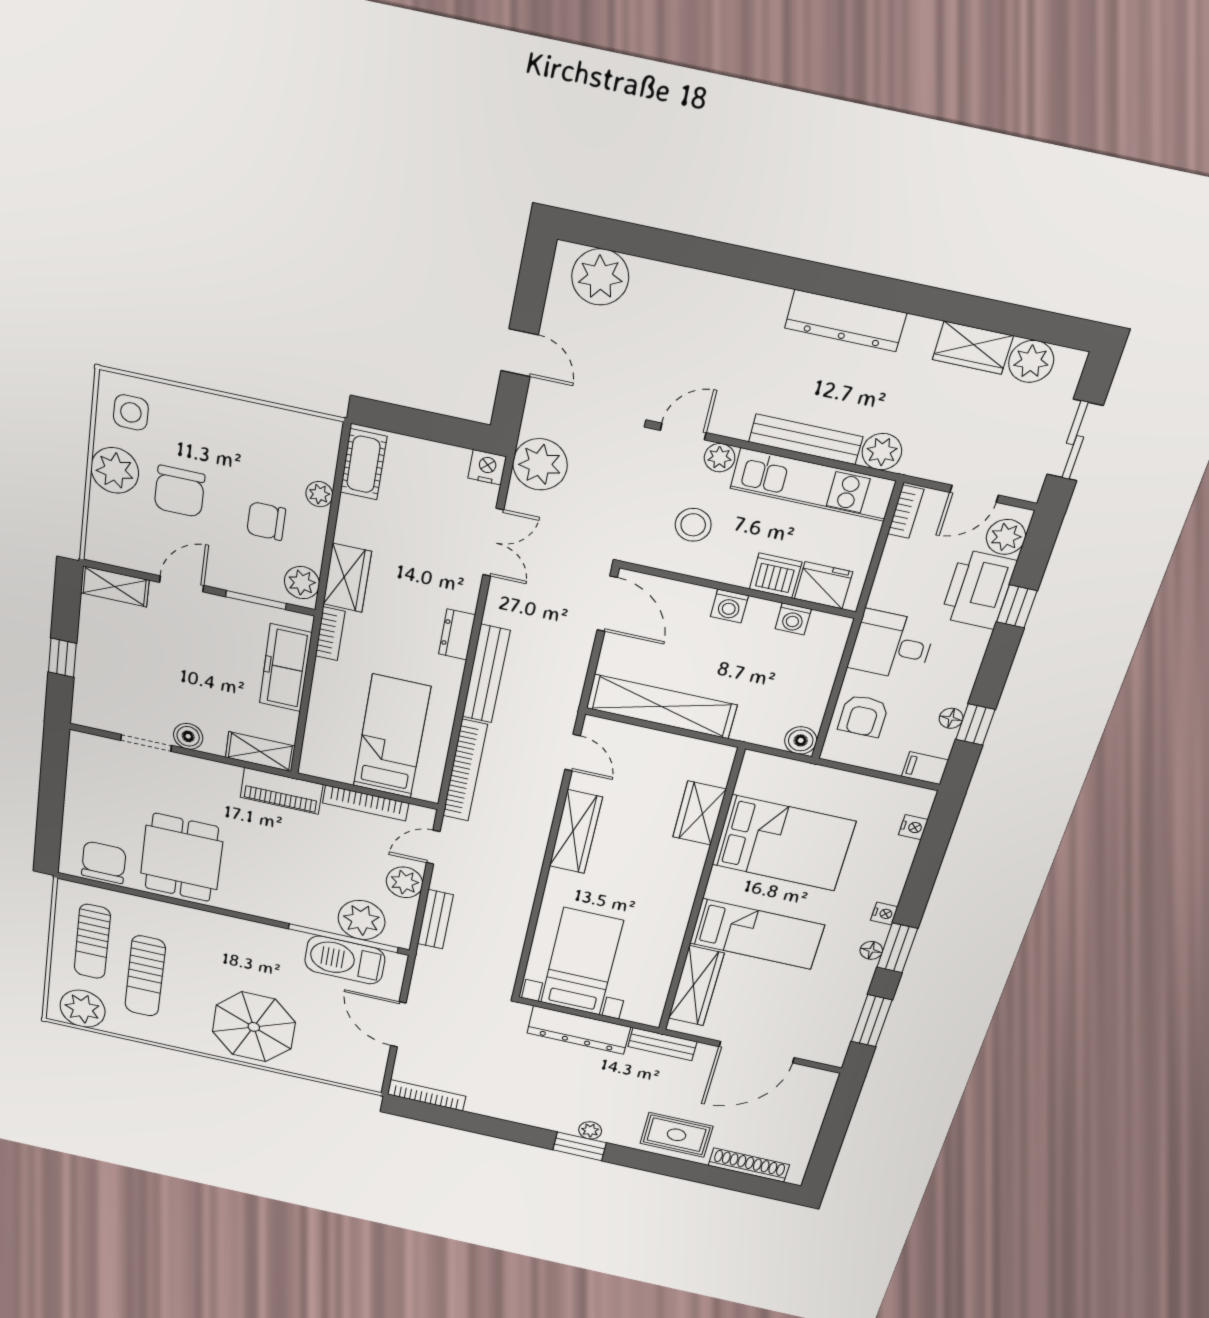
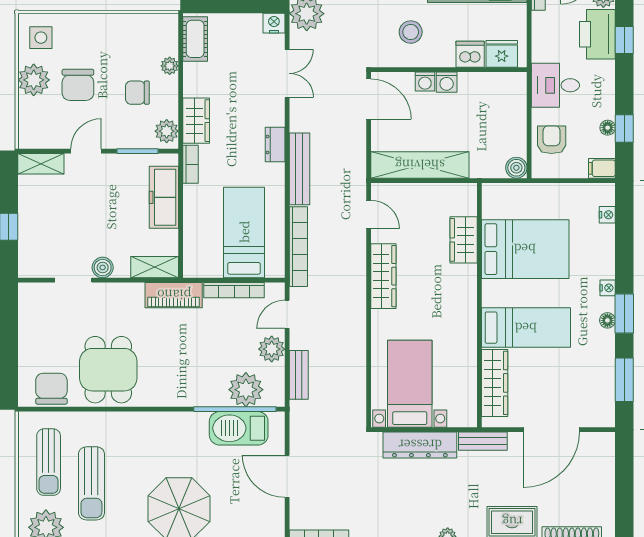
washing machine: (793, 619) -> (425, 82), moved
armchair: (863, 716) -> (552, 140), turned 180

